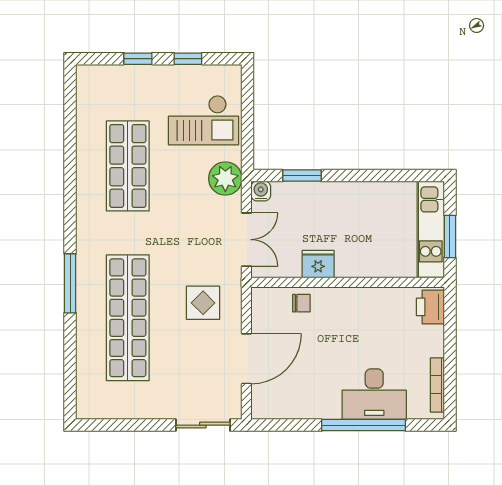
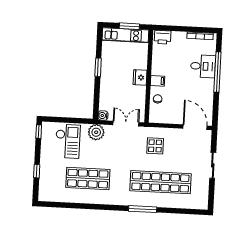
window: (188, 59) -> (39, 132), moved
window: (302, 176) -> (98, 67), moved
fridge: (318, 264) -> (140, 77), moved
filing cabinet: (339, 301) -> (158, 81), added
door: (246, 359) -> (195, 127), moved
desk: (374, 394) -> (203, 66), width x0.73
sliding door: (203, 425) -> (213, 165), moved

